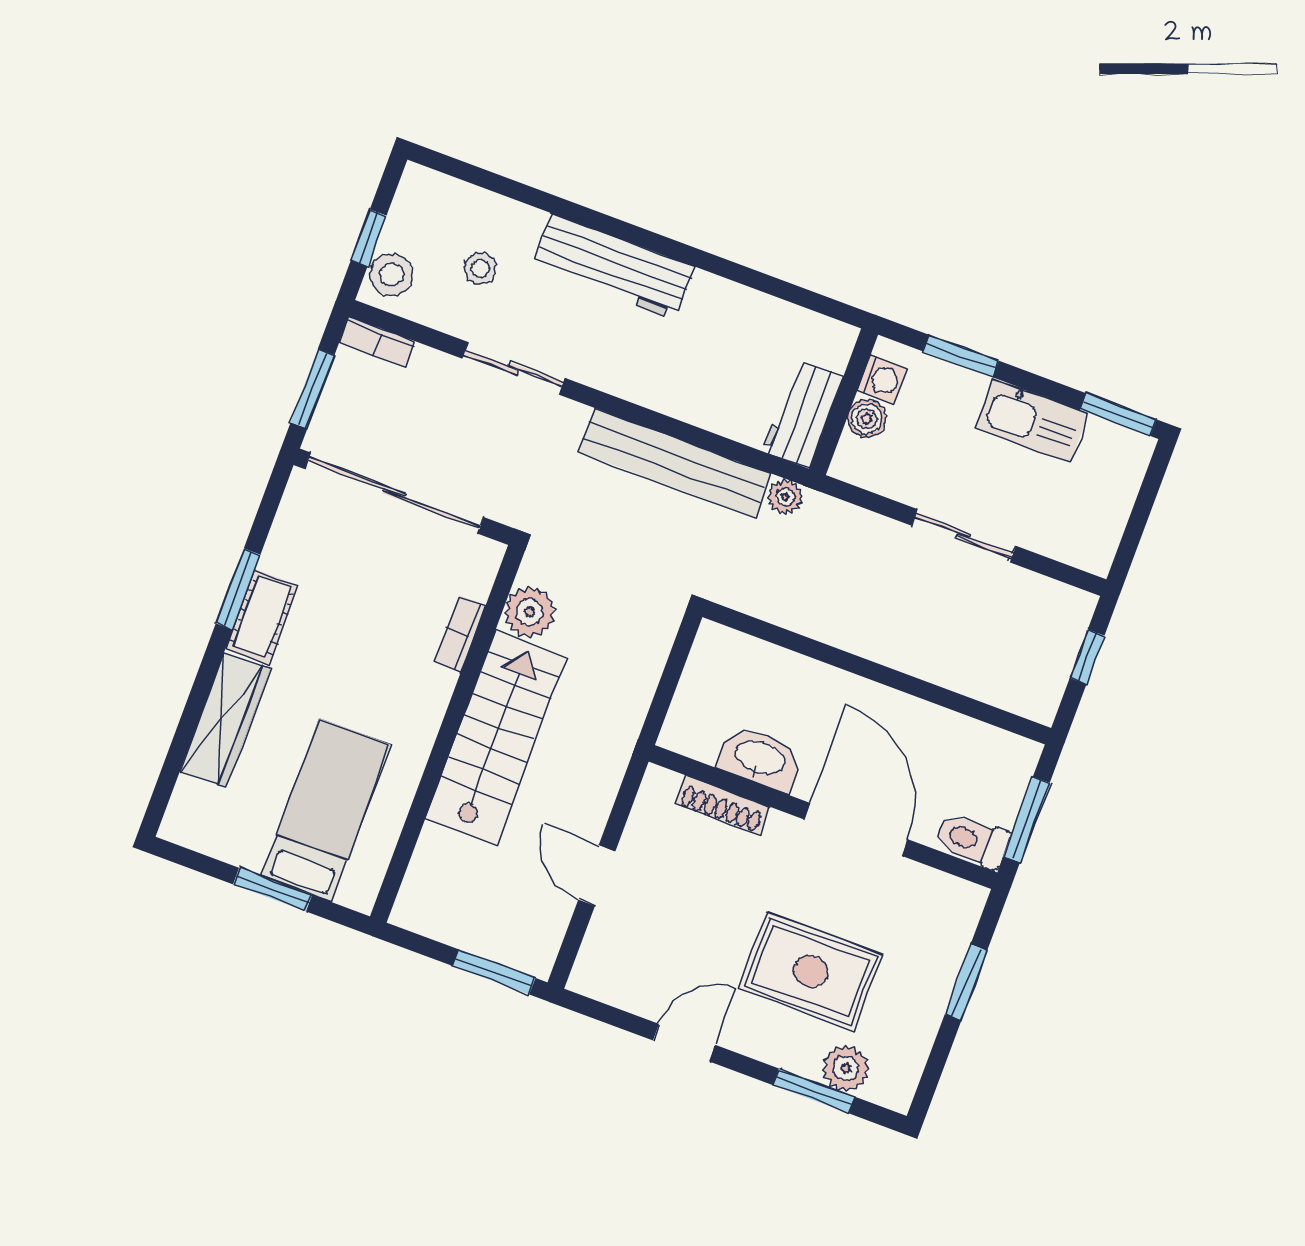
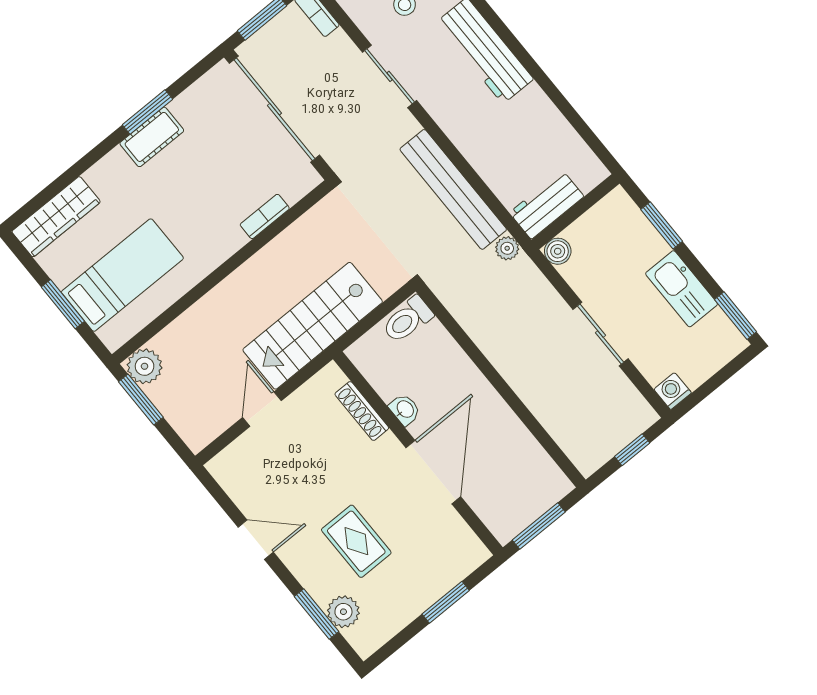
washing machine: (882, 379) -> (673, 391), moved, turned 180
boiler: (867, 419) -> (558, 251), moved
plant: (529, 612) -> (145, 366), moved
wardrobe: (225, 720) -> (56, 217), moved
stairs: (496, 738) -> (313, 326), moved, turned 180
washbasin: (760, 759) -> (405, 409), width x0.52, depth x0.69
toilet: (972, 840) -> (407, 320), moved, turned -90
rug: (810, 971) -> (356, 541), width x0.73, depth x0.70
window: (494, 972) -> (141, 399), moved

